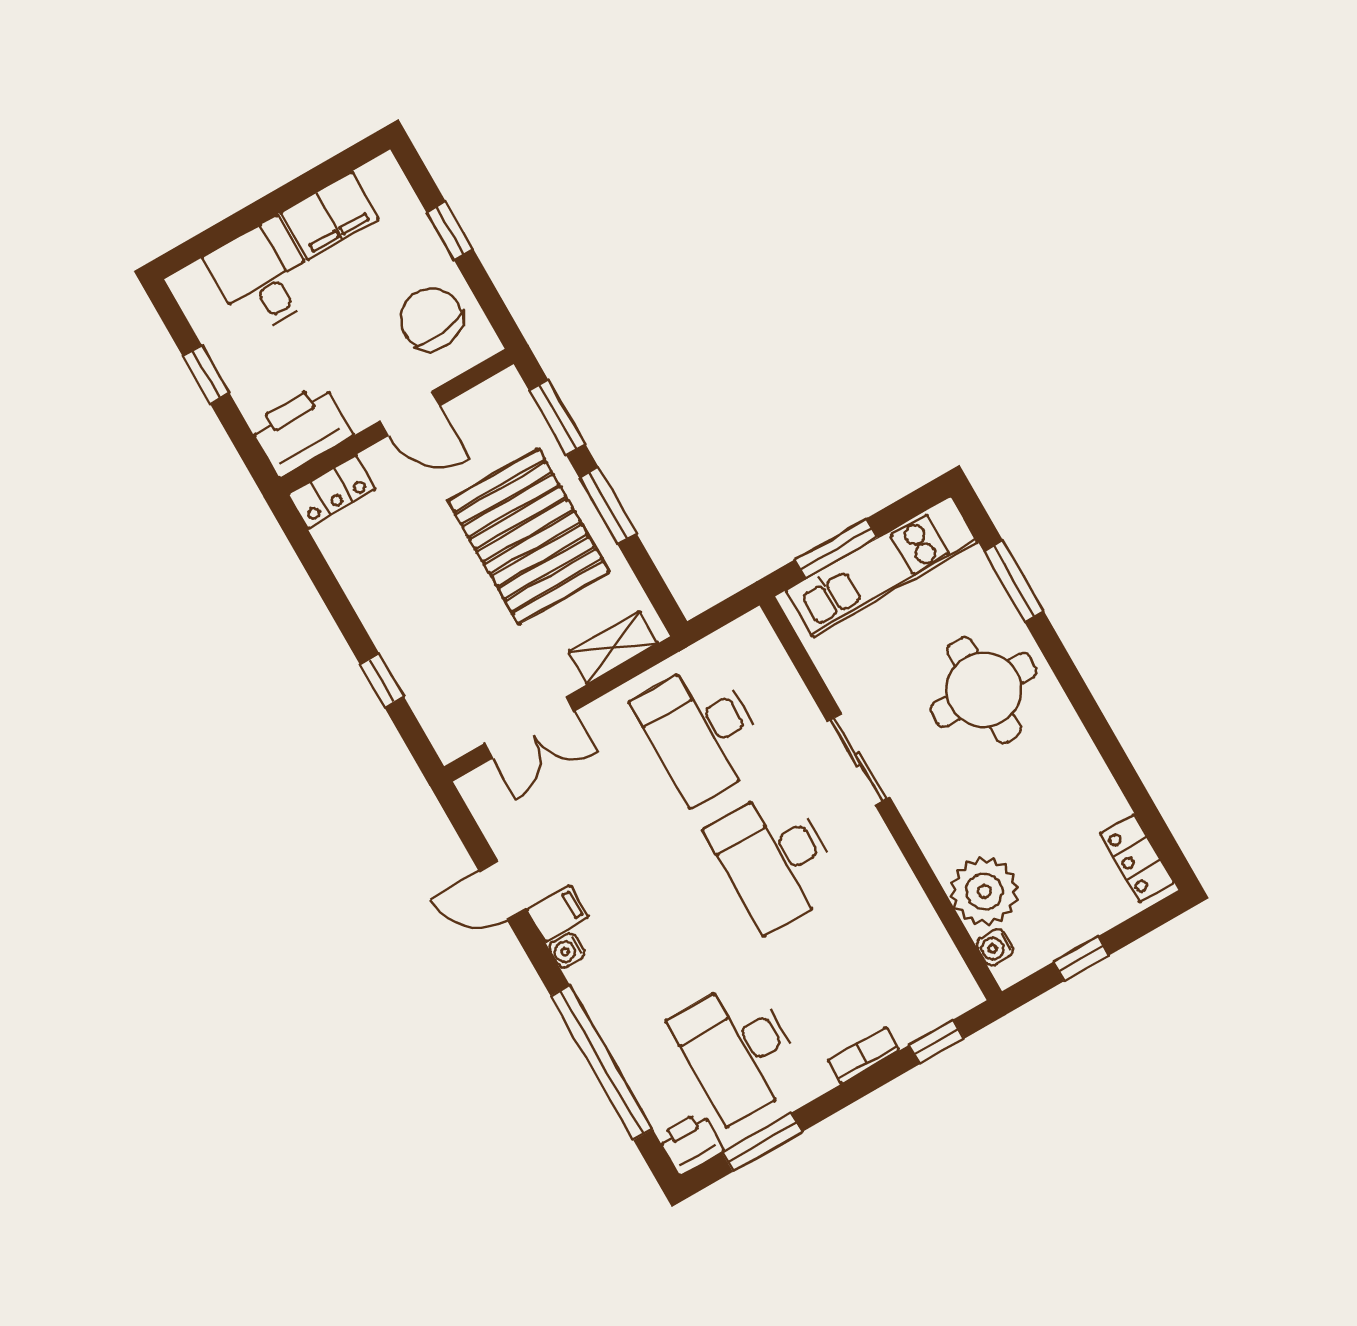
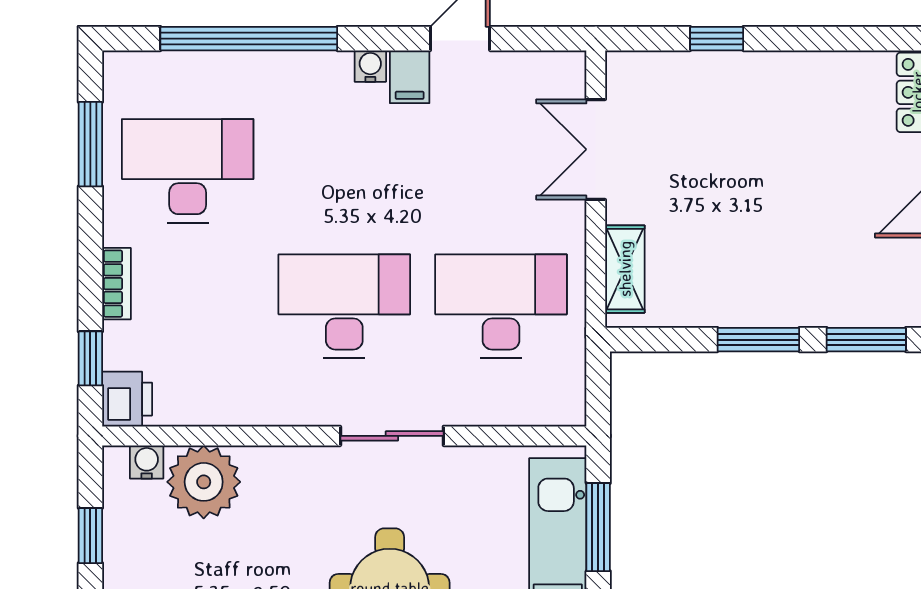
pallet: (529, 536) -> (772, 250), removed
printer: (691, 1143) -> (127, 399), moved

